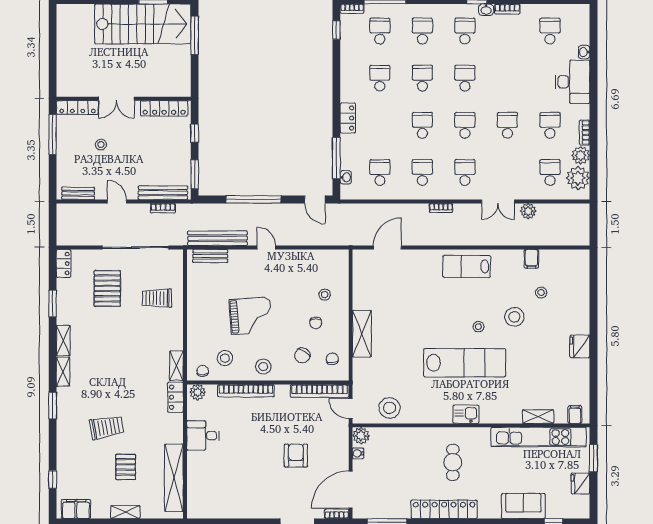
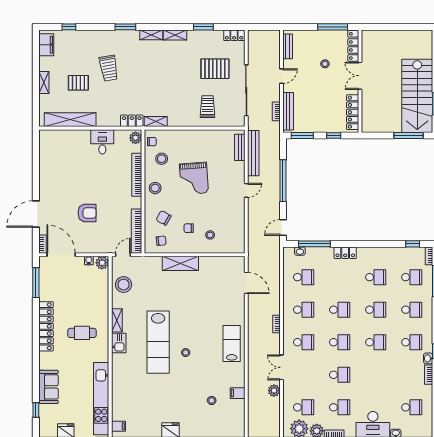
stool: (514, 317) -> (193, 380), removed
shelving: (538, 417) -> (117, 320), moved

